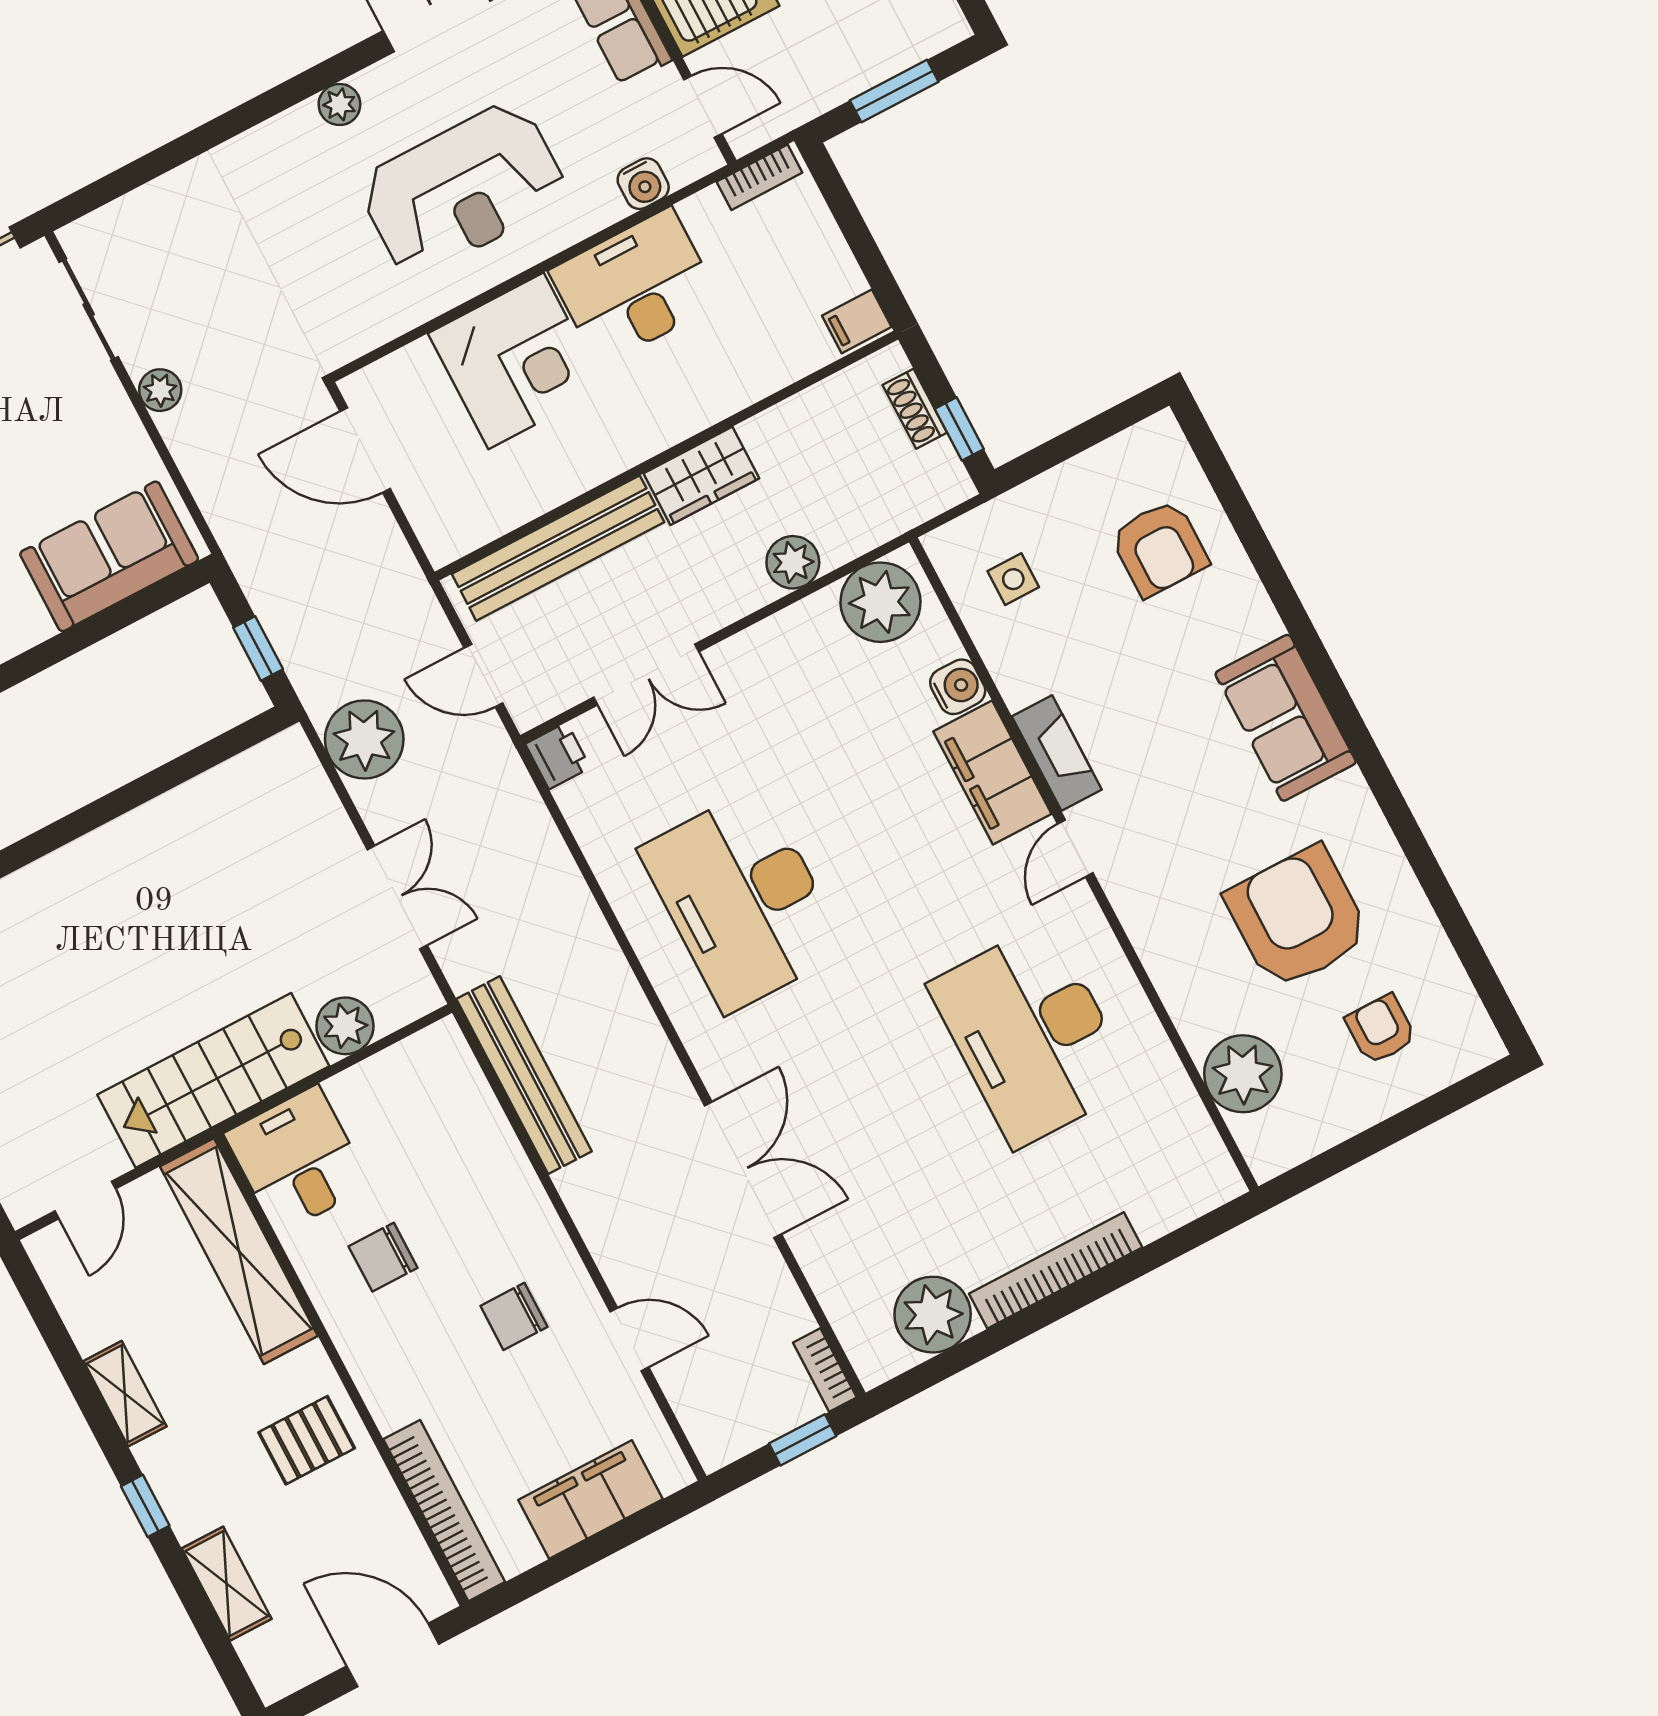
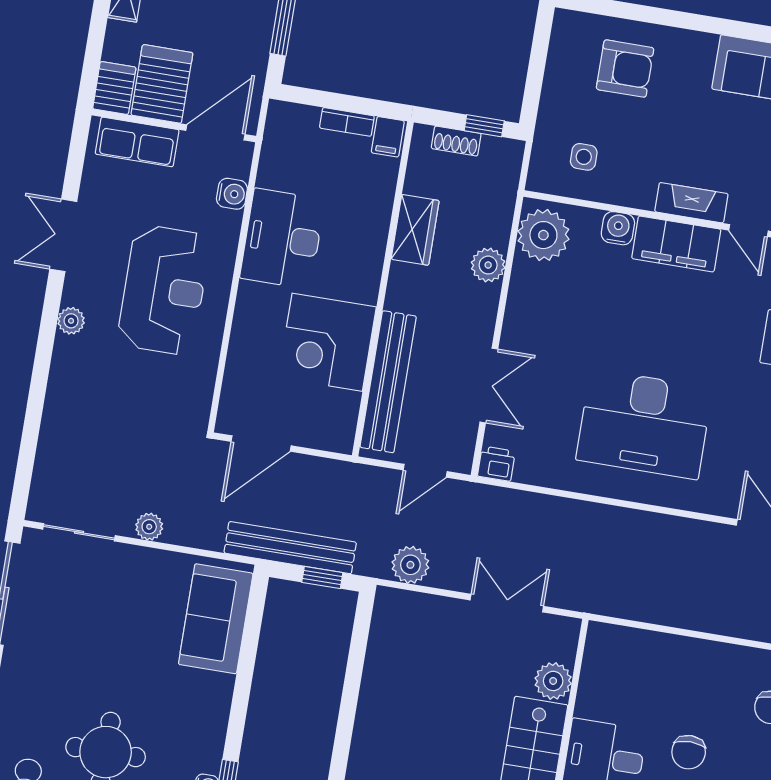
door: (703, 107) -> (215, 132), width x1.38
bookcase: (759, 177) -> (347, 122), moved, turned 90
corner desk: (516, 361) -> (327, 342), moved, turned 180
wardrobe: (701, 476) -> (415, 230), moved
plant: (364, 739) -> (410, 565), width x0.73, depth x0.73
bench: (524, 1075) -> (290, 548), moved

